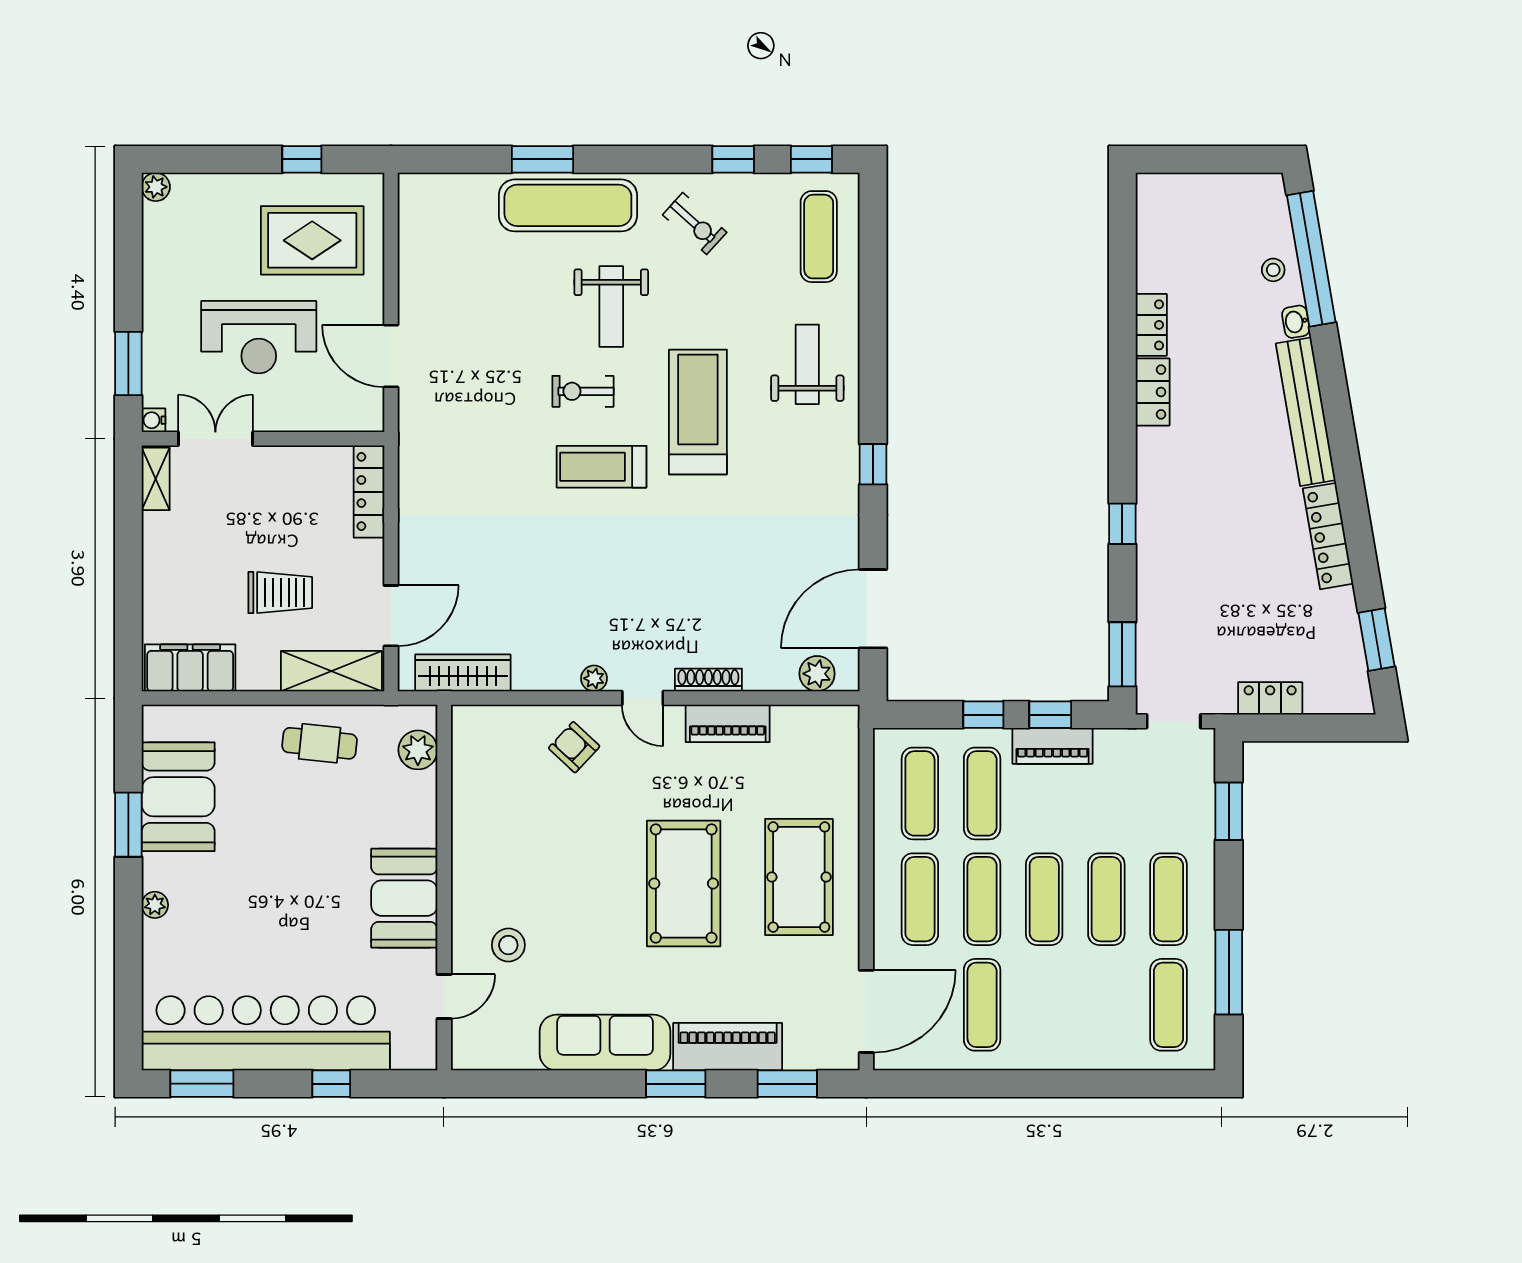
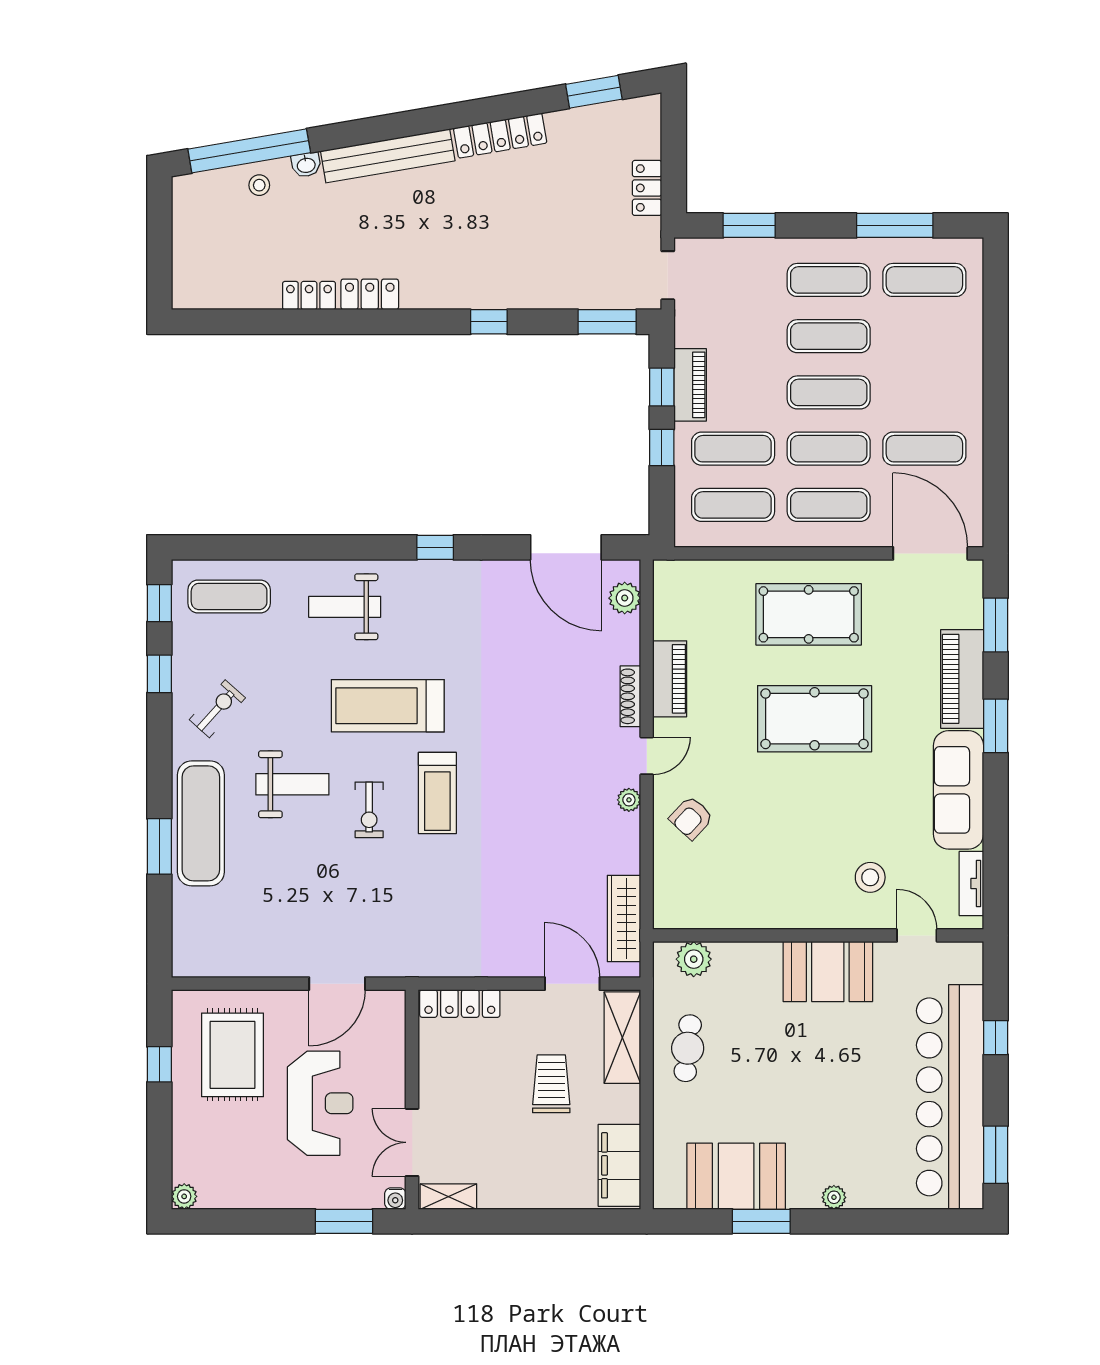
tv unit: (502, 1057) -> (971, 884), added

